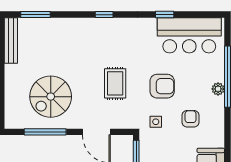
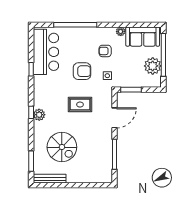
plant: (101, 26) -> (39, 115), added
armchair: (162, 86) -> (82, 71), turned 90
plant: (218, 89) -> (121, 31), moved
spiral stairs: (51, 97) -> (62, 147), moved

